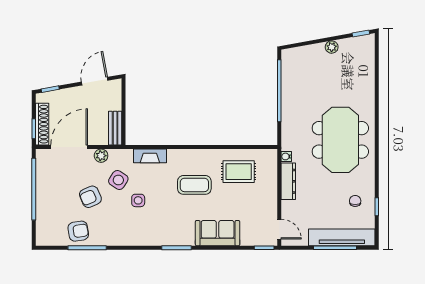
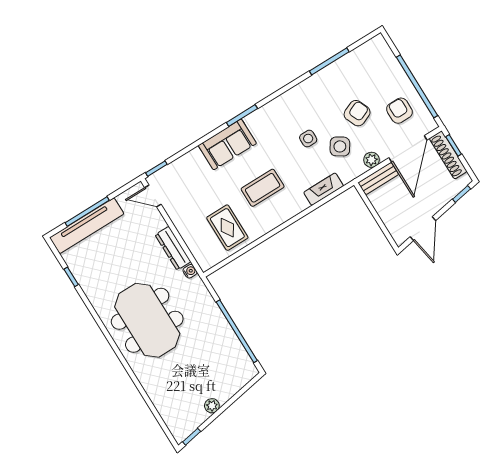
bench: (115, 128) -> (378, 178), moved, turned 90
rug: (239, 172) -> (227, 228), turned 90
chair: (355, 201) -> (96, 270), removed
armchair: (78, 231) -> (399, 111), moved, turned 99
sofa: (218, 233) -> (227, 144), moved

